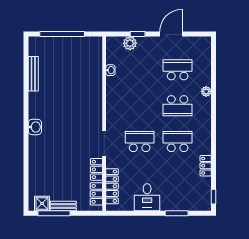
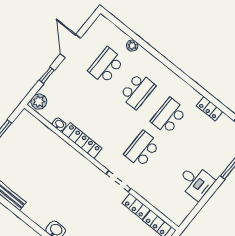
plant: (130, 43) -> (39, 102), moved
plant: (206, 91) -> (132, 46), moved
locker: (112, 186) -> (82, 141), moved

